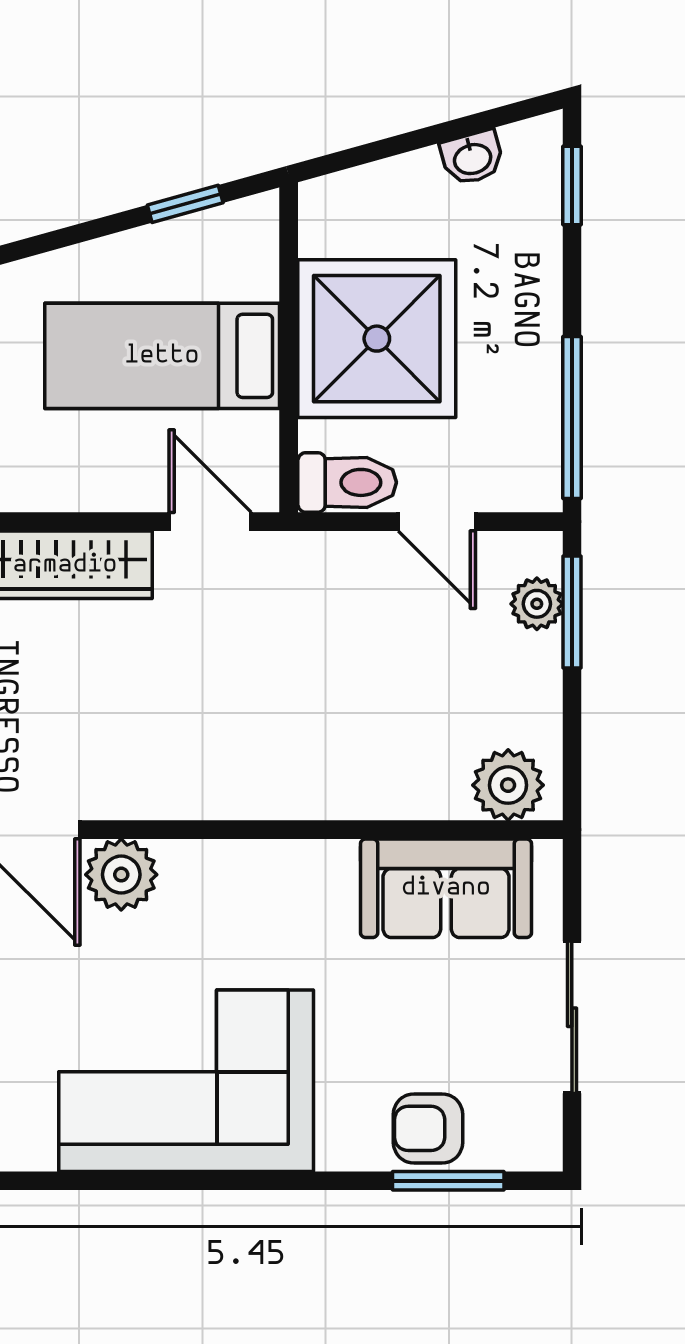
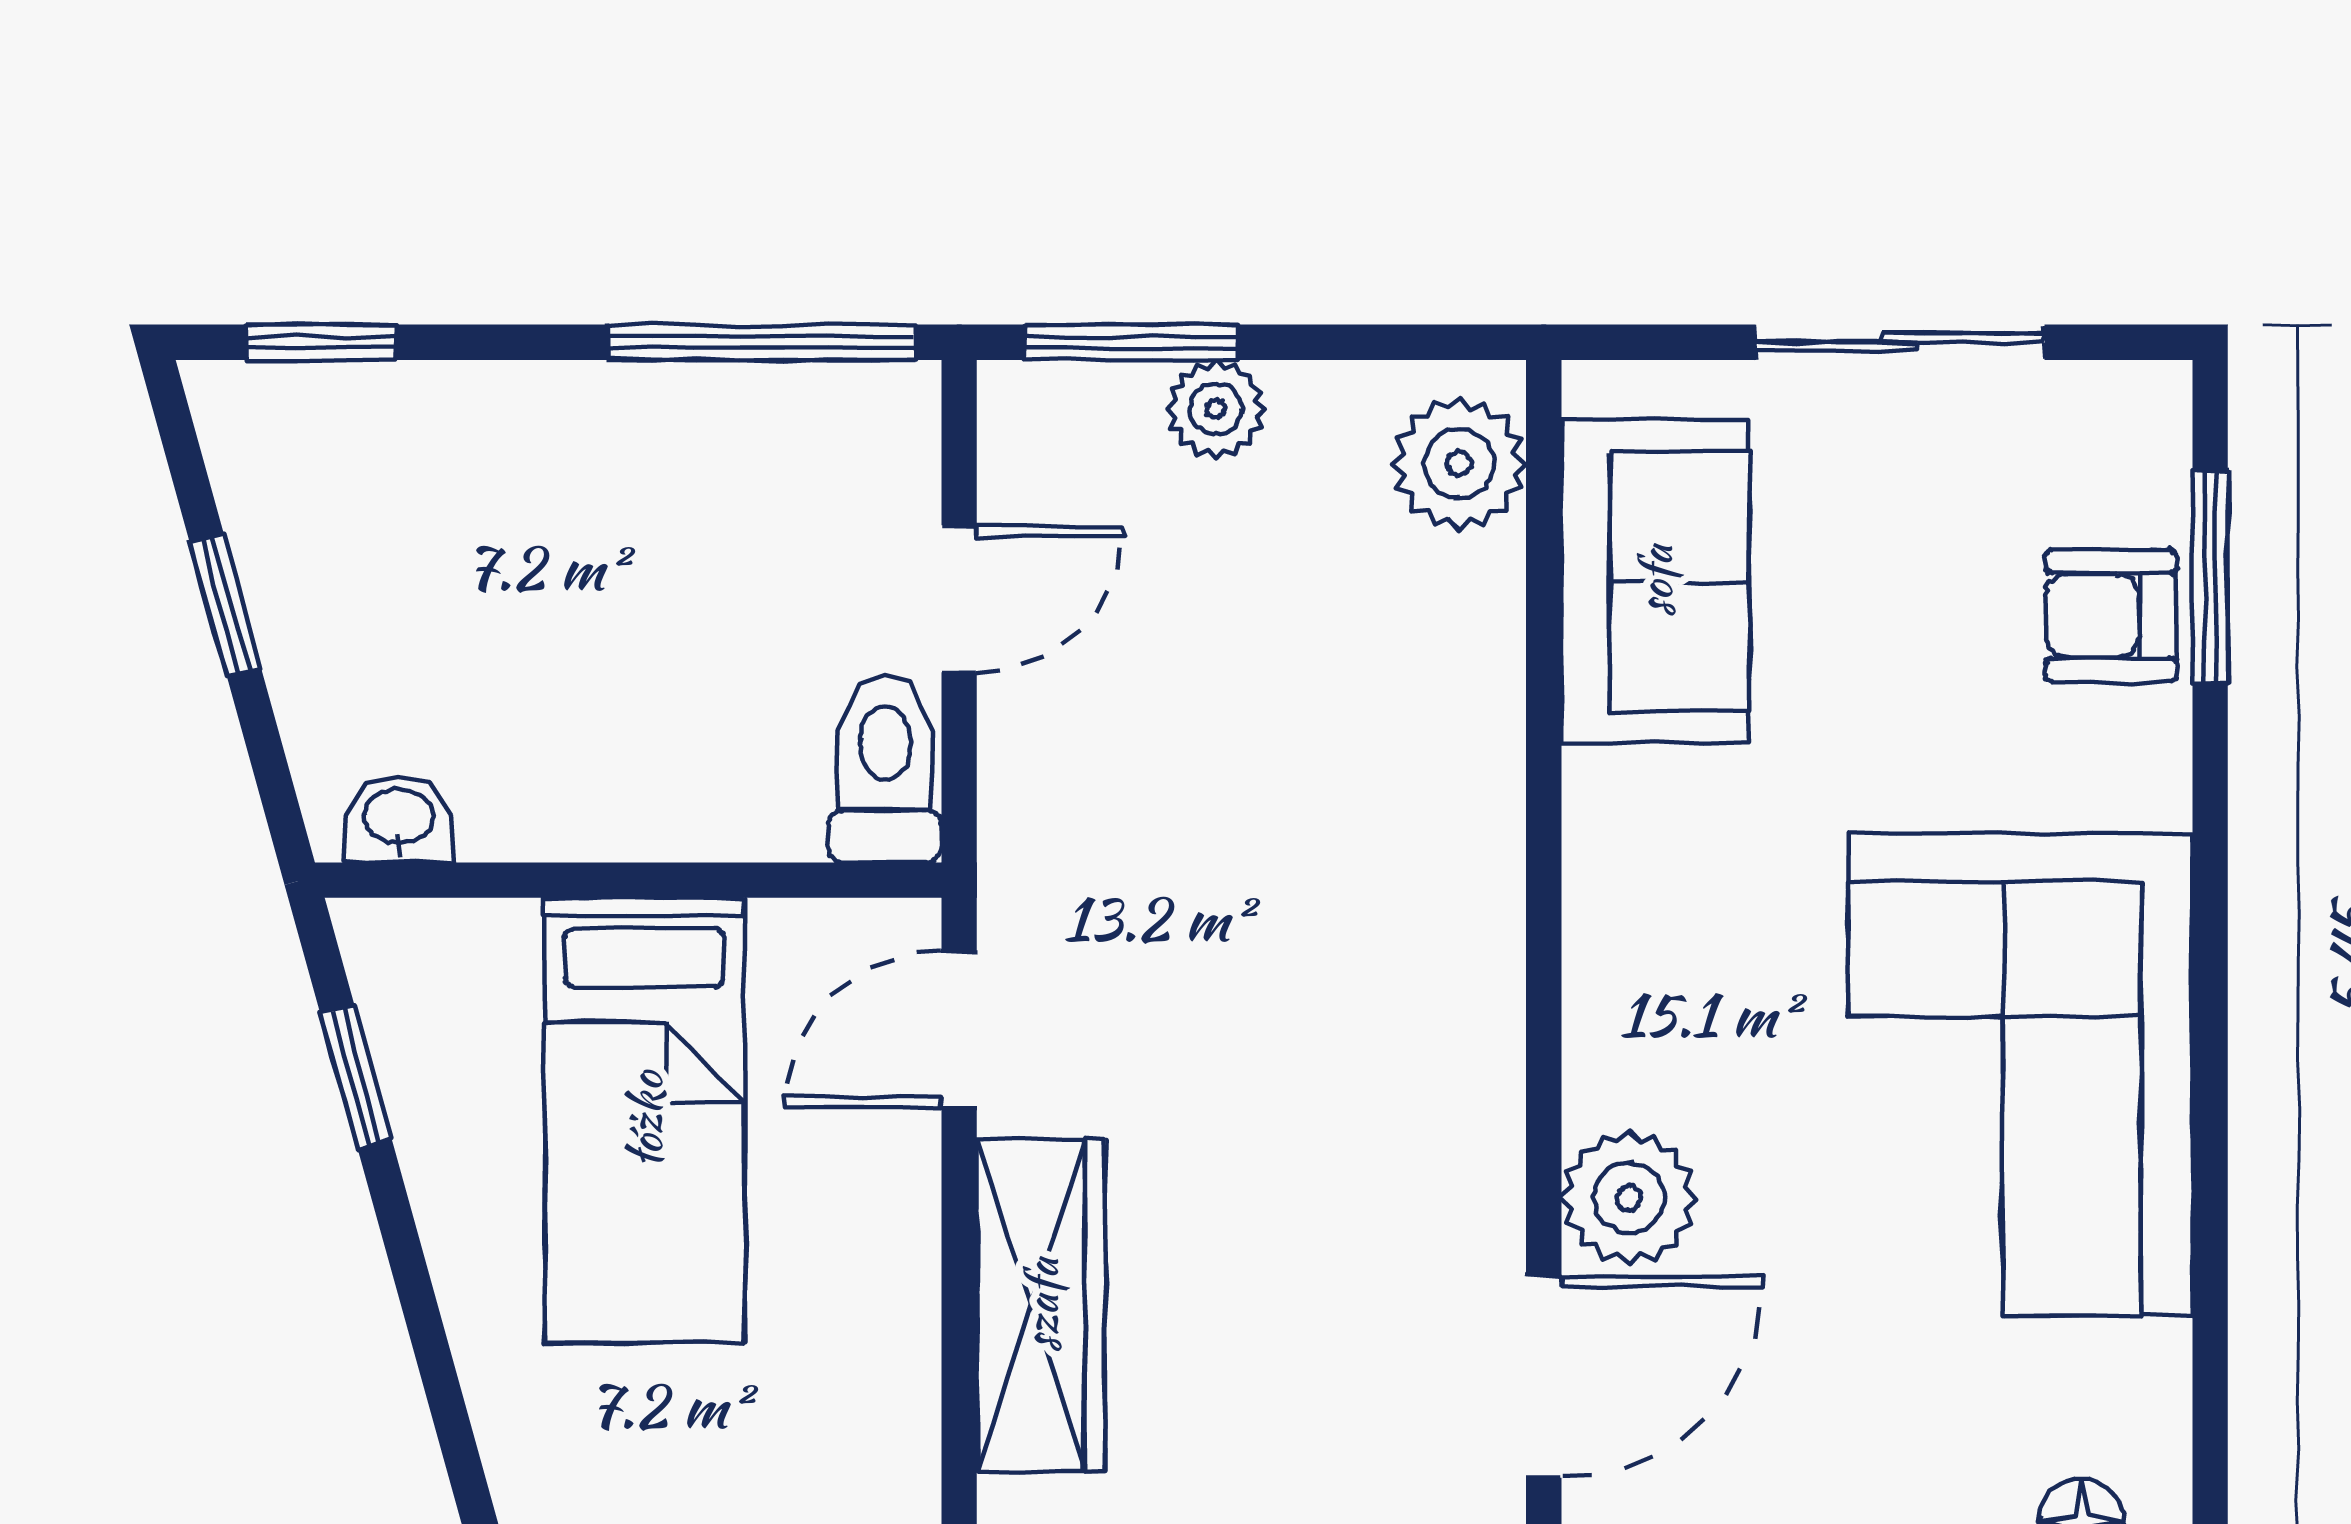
window: (433, 135) -> (225, 605), added
washbasin: (472, 158) -> (399, 819), moved, turned -75
shower: (377, 339) -> (612, 713), removed
plant: (537, 604) -> (1216, 409), moved
armchair: (428, 1128) -> (2111, 616), turned 90

